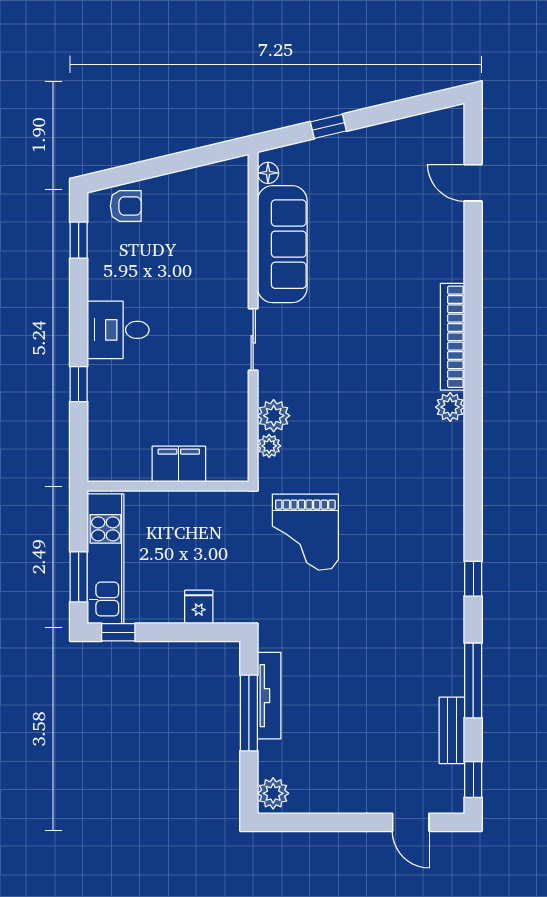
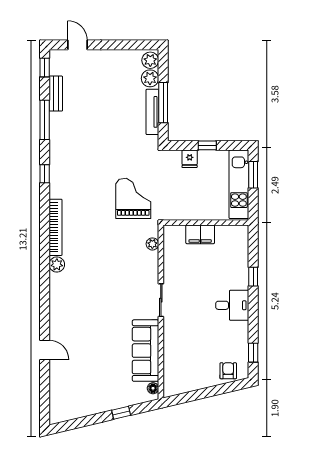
door: (473, 183) -> (45, 350), moved
armchair: (126, 206) -> (228, 371), turned 90
bookcase: (452, 337) -> (55, 227), moved
plant: (274, 416) -> (150, 78), moved
window: (118, 632) -> (207, 145), moved

